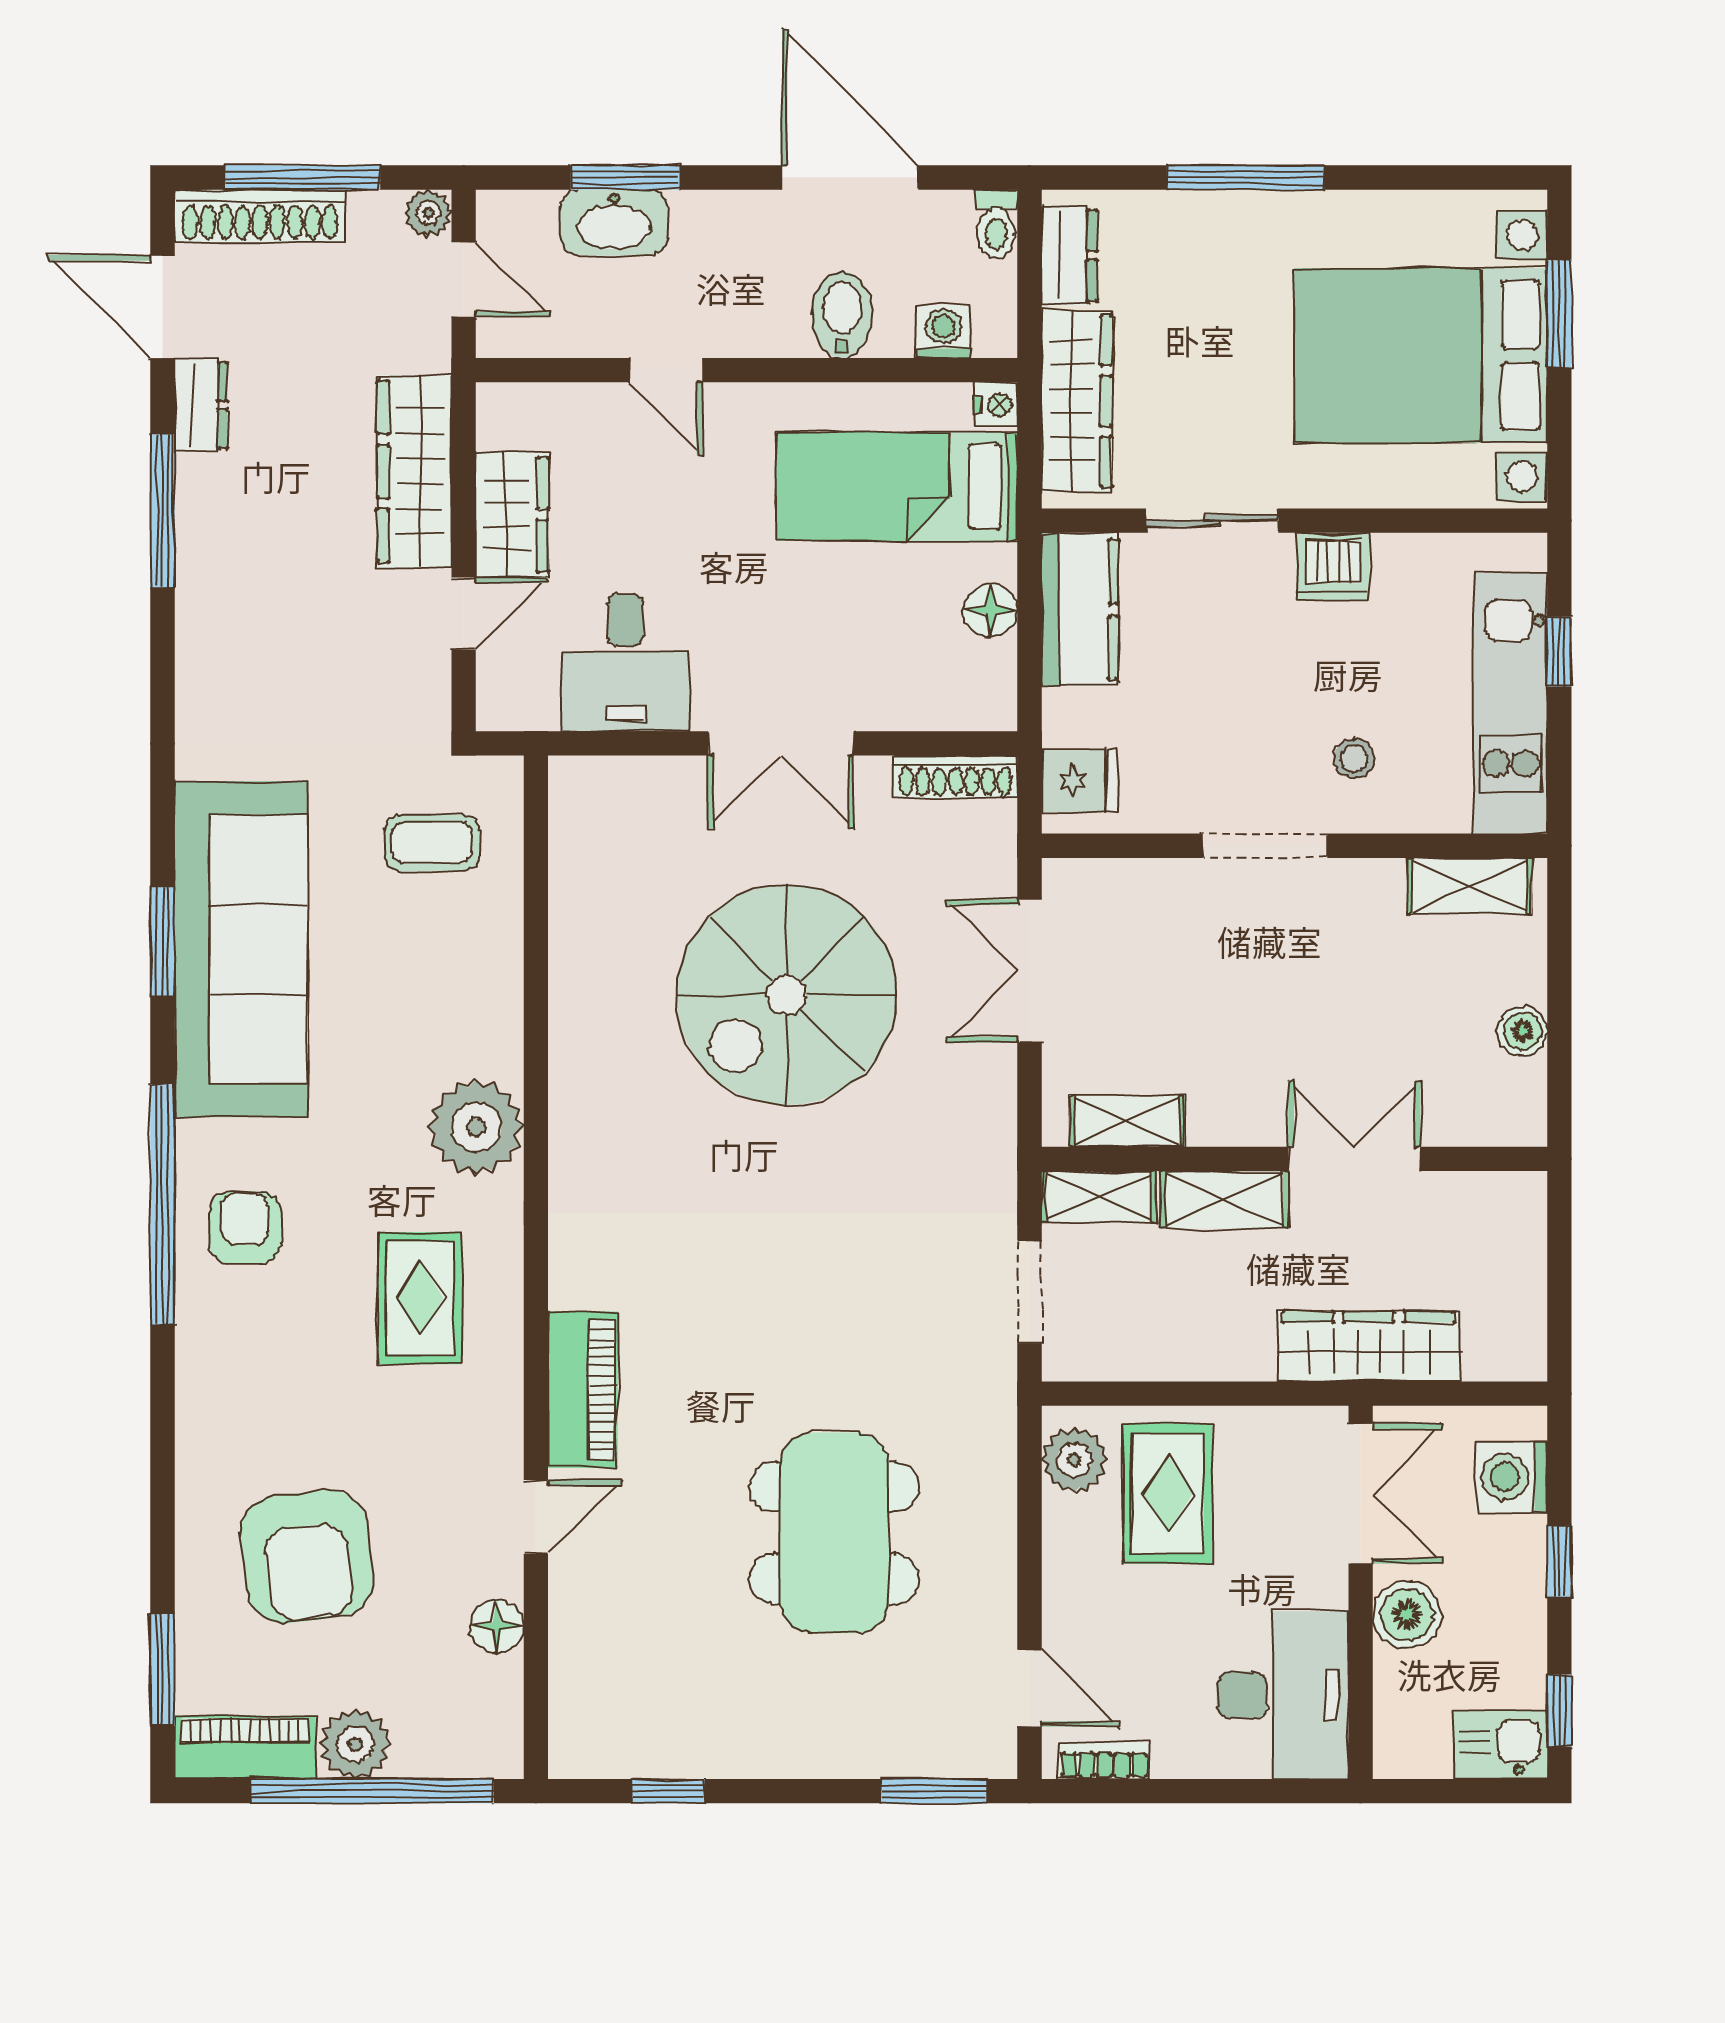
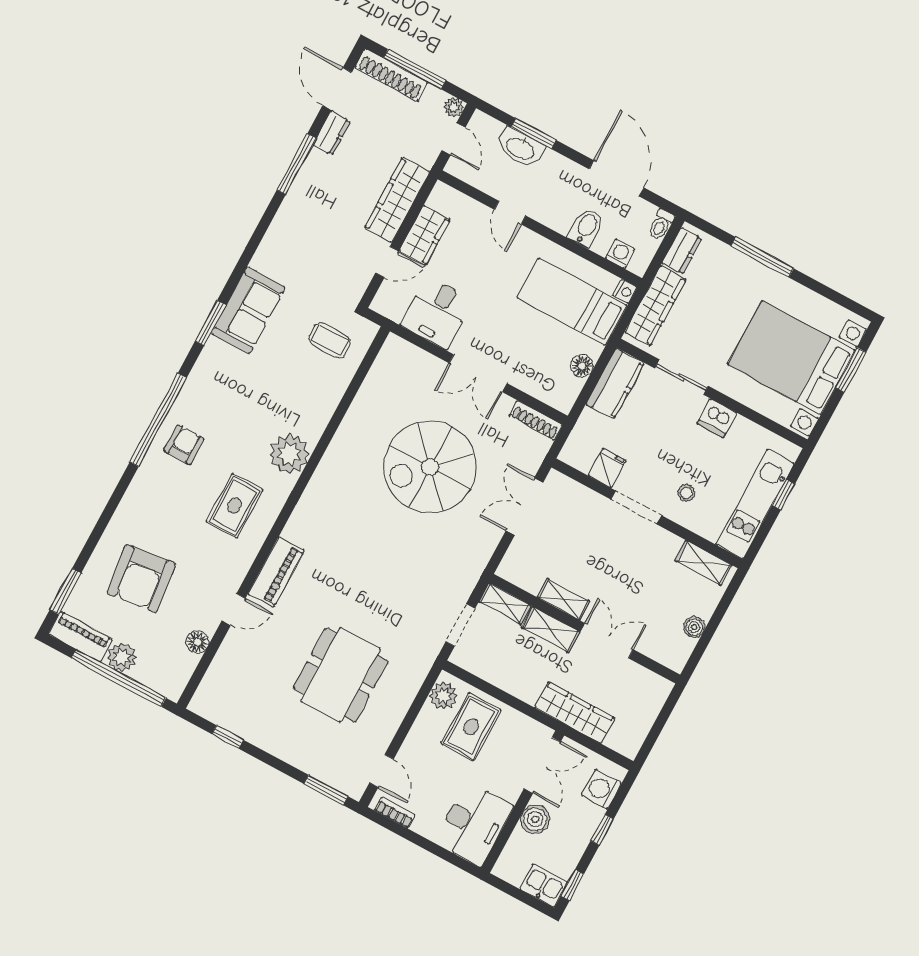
fridge: (1079, 780) -> (607, 468), moved, turned -90
sofa: (241, 949) -> (248, 310), width x0.54, depth x0.79
shelving: (1127, 1121) -> (563, 599), moved

